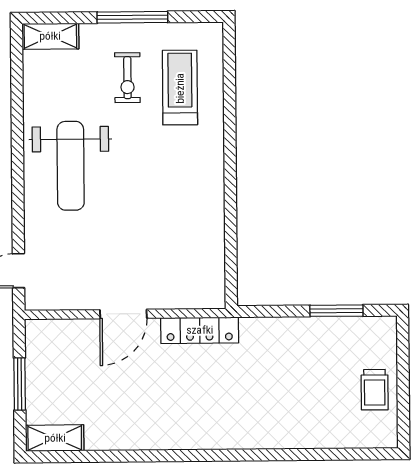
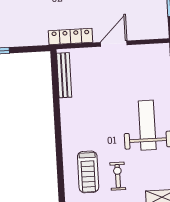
bench: (214, 262) -> (64, 75), added

